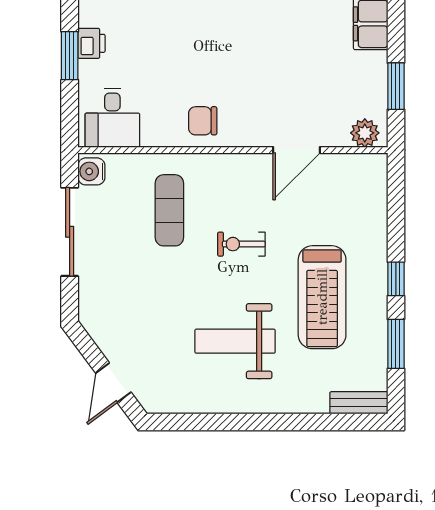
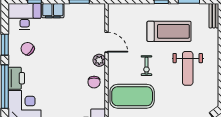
plant: (365, 133) -> (99, 60), moved
exercise mat: (169, 210) -> (132, 96), width x2.00, depth x1.45

